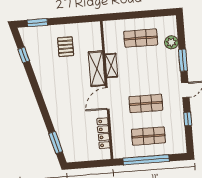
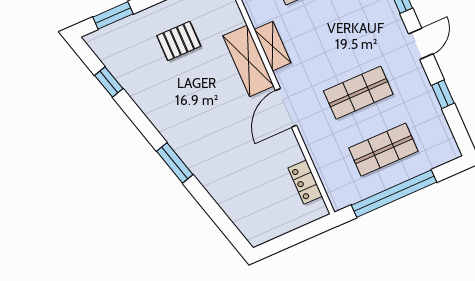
pallet: (66, 47) -> (179, 41), turned 90
locker: (104, 133) -> (305, 182), width x0.66
window: (56, 142) -> (175, 163), moved

